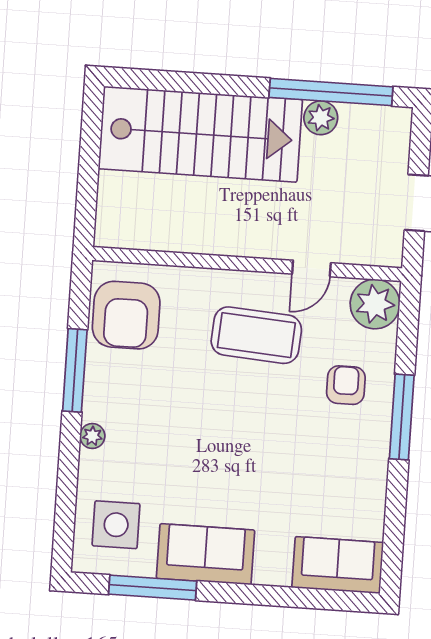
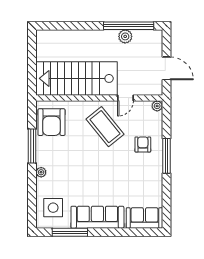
stairs: (200, 134) -> (77, 78), moved, turned 180
plant: (375, 304) -> (157, 106), width x0.53, depth x0.53
coffee table: (256, 335) -> (105, 127), turned 47
sofa: (206, 554) -> (97, 217), width x1.36

